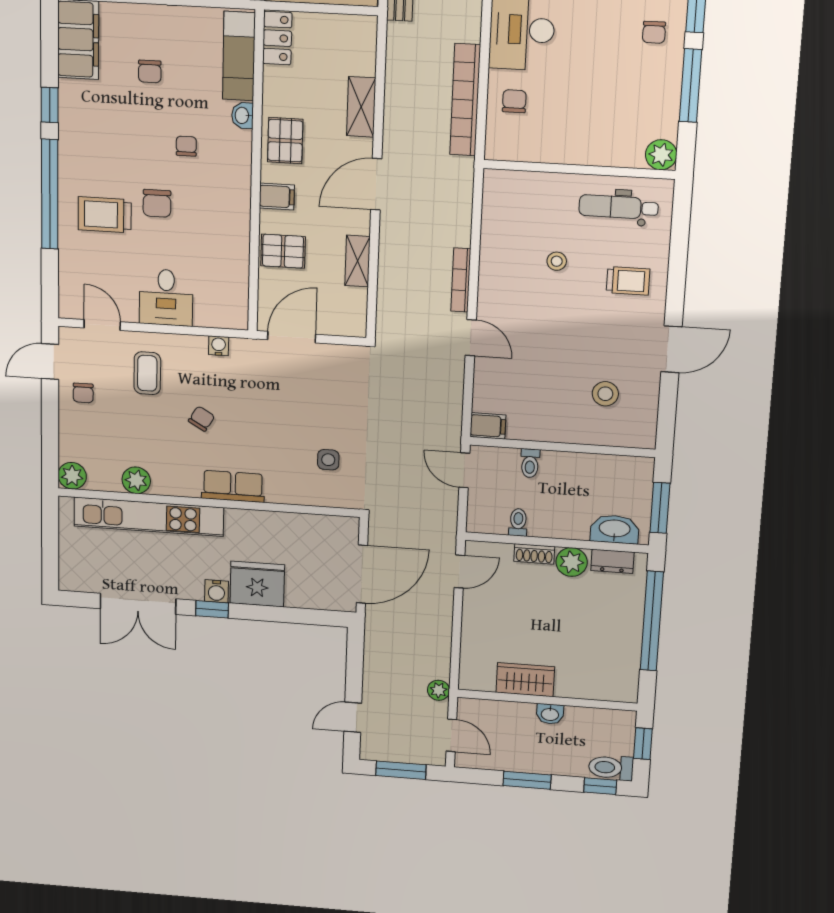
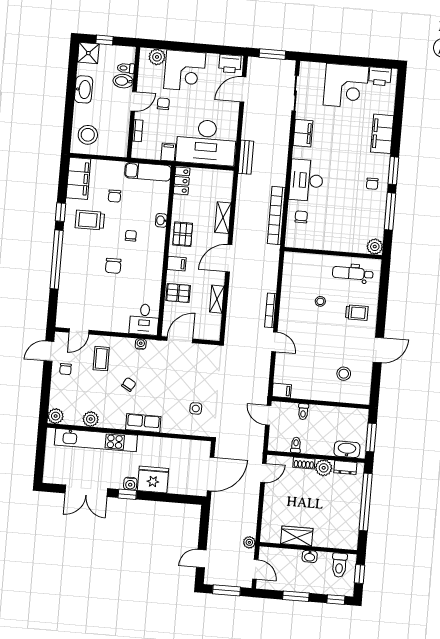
exam couch: (239, 56) -> (148, 172), moved, turned -90
trolley: (105, 215) -> (90, 220), moved
desk: (166, 297) -> (144, 319), moved
door: (102, 325) -> (79, 331), swing flipped
toilet: (611, 768) -> (339, 565), moved, turned -90

